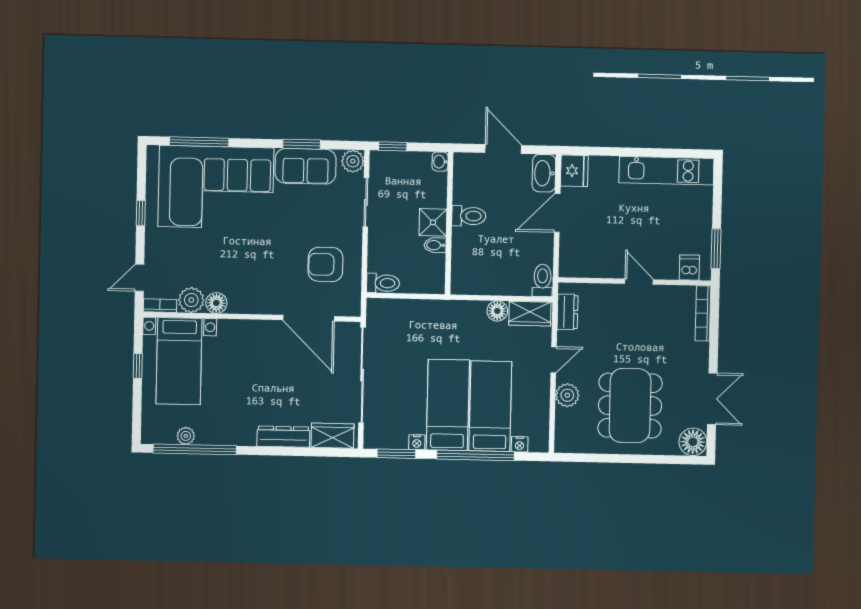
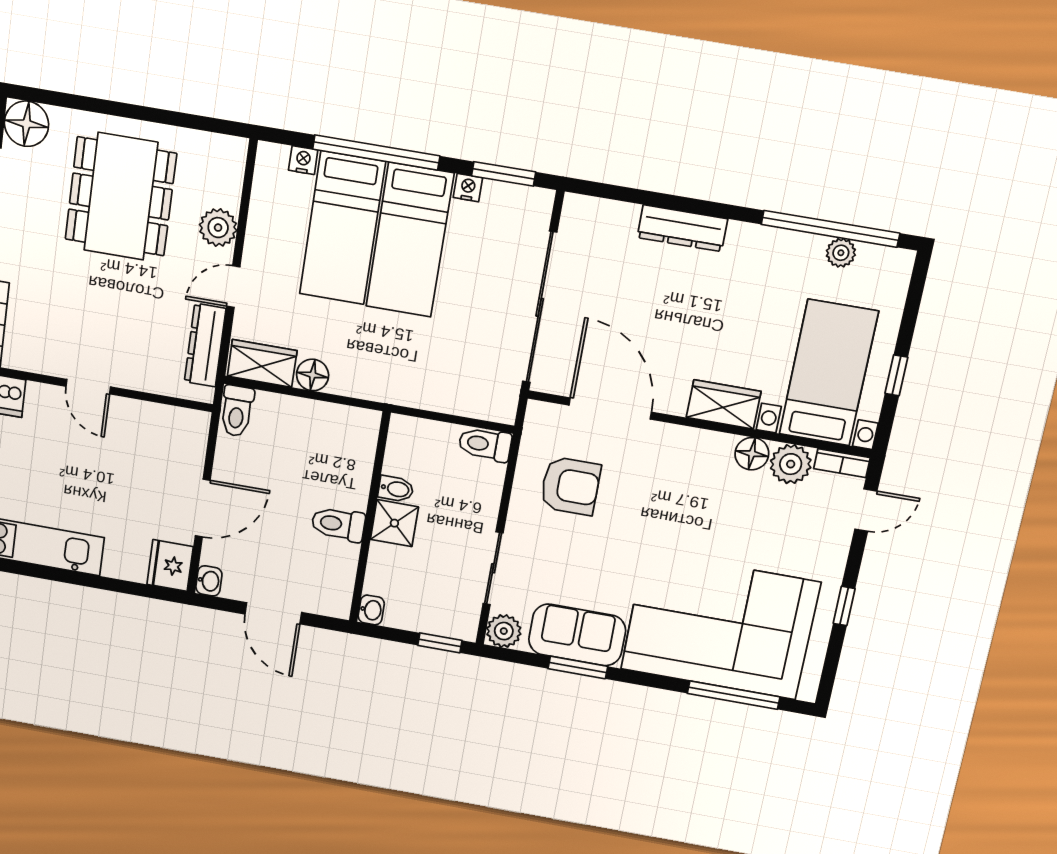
washbasin: (544, 173) -> (209, 581), width x0.52, depth x0.69
dresser: (567, 312) -> (205, 345), width x1.44
wardrobe: (332, 436) -> (724, 404), moved, turned 180

